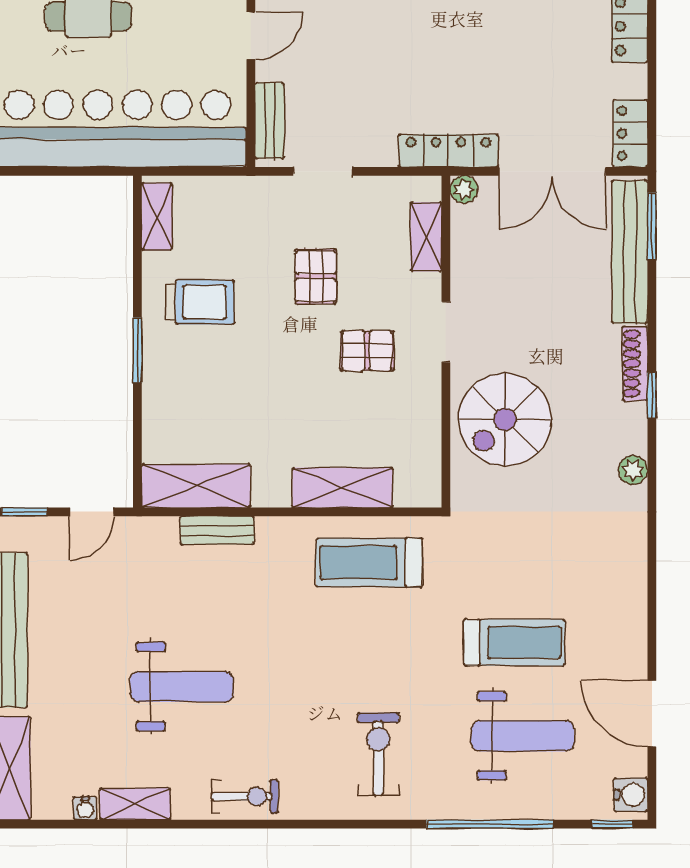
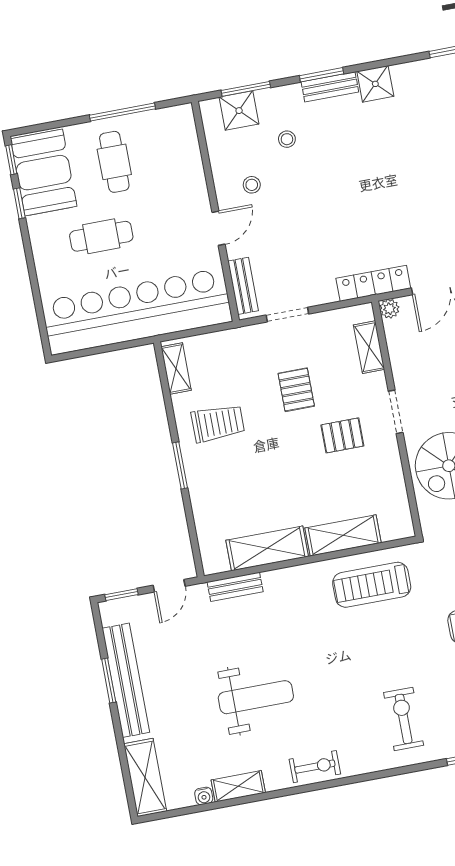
shelving: (196, 486) -> (267, 548), moved
bench: (217, 530) -> (235, 587), moved

